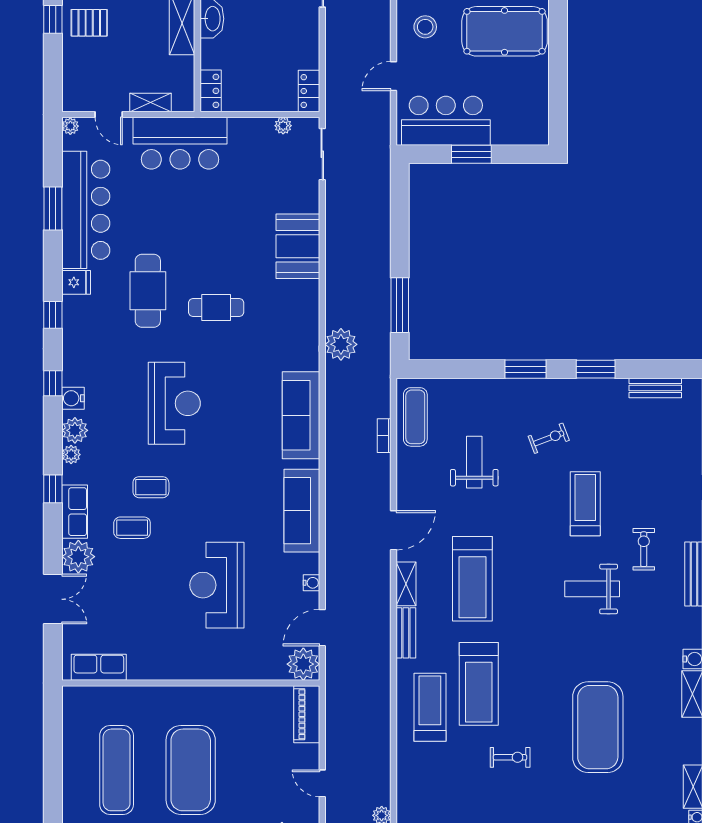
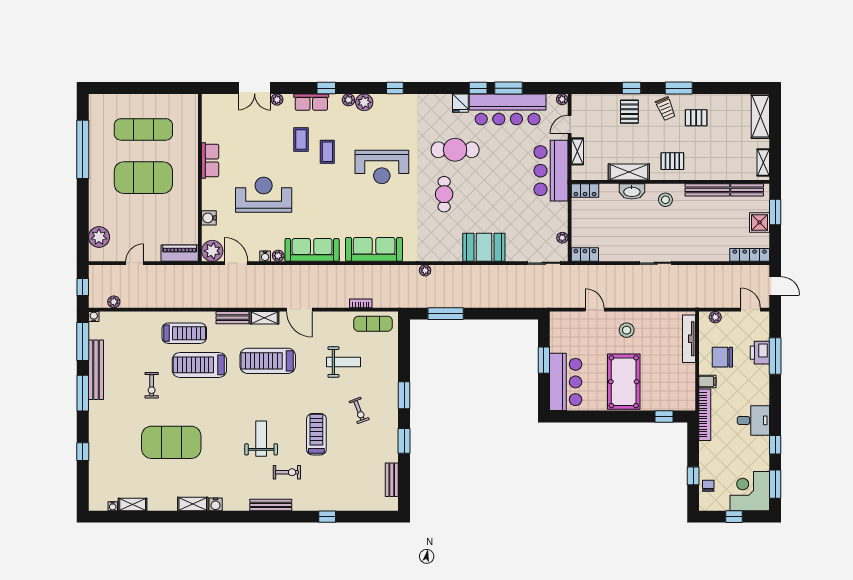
bar counter: (446, 121) -> (566, 382), moved
window: (53, 315) -> (478, 88), moved
plant: (341, 344) -> (425, 270), width x0.53, depth x0.53
water cooler: (73, 398) -> (209, 218), moved, turned -90
treadmill: (585, 504) -> (316, 434), turned -90
plant: (78, 557) -> (277, 100), width x0.53, depth x0.53
plant: (311, 563) -> (278, 256), added
row of seats: (99, 667) -> (210, 160), moved

